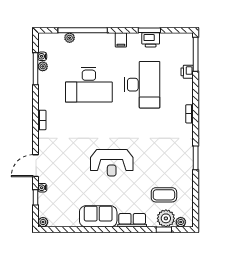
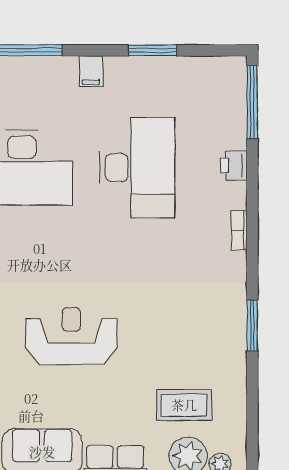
printer: (151, 40) -> (155, 71), removed
printer: (187, 72) -> (234, 166), moved
reception desk: (112, 163) -> (71, 336), turned 180

